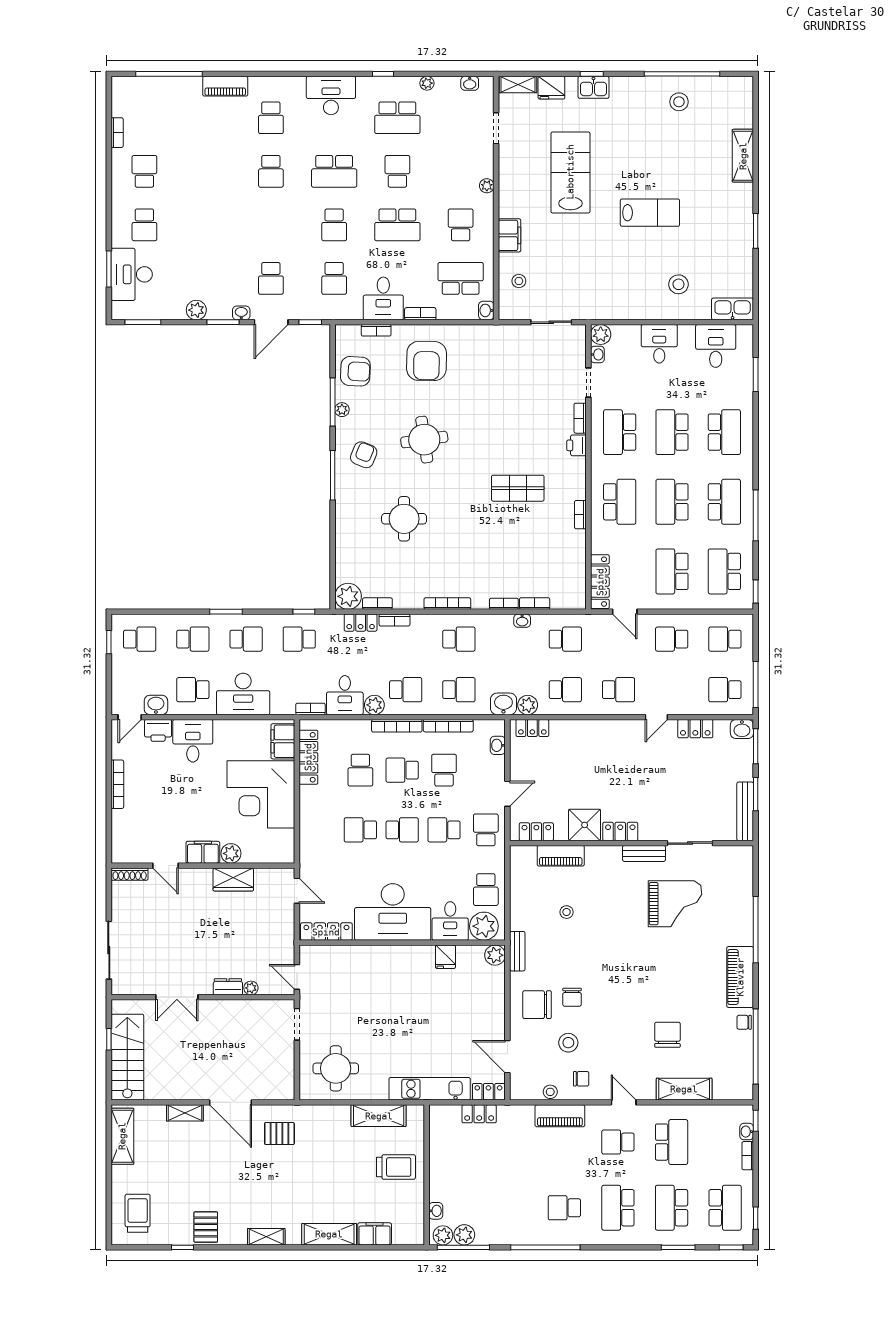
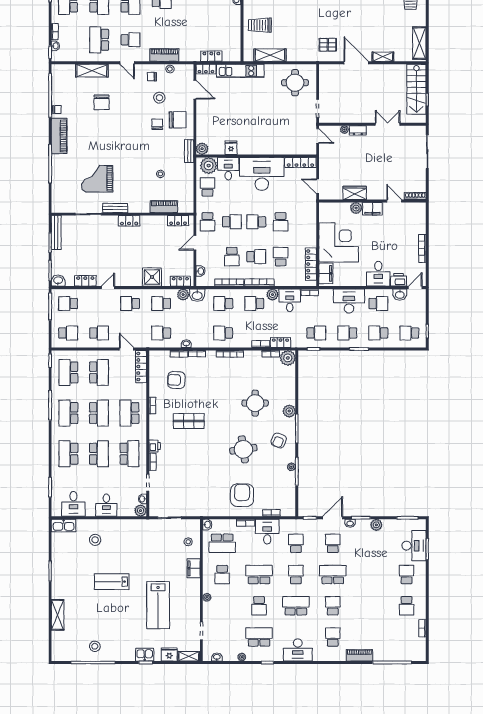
school desk: (271, 225) -> (333, 575), added
armchair: (355, 371) -> (176, 380), moved
plant: (346, 505) -> (289, 411), added
school desk: (724, 571) -> (68, 372), turned 180
school desk: (725, 690) -> (68, 304), turned 180
shower: (585, 825) -> (152, 277), moved
school desk: (360, 830) -> (281, 222), turned 90

